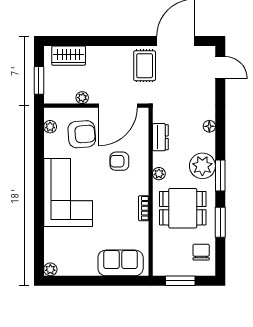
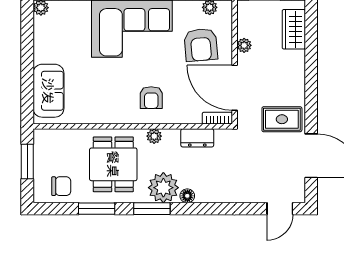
floor lamp: (209, 126) -> (187, 196), moved
armchair: (119, 161) -> (151, 98), moved, turned 180
bookcase: (144, 208) -> (217, 118), moved

